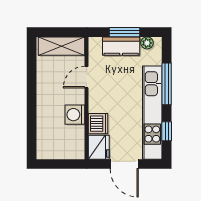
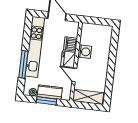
door: (87, 77) -> (74, 75), swing flipped
window: (167, 131) -> (27, 34), removed
fridge: (99, 147) -> (68, 59), moved

